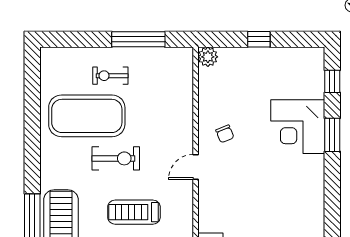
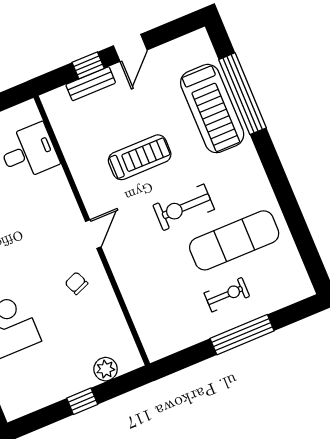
window: (138, 39) -> (242, 335), moved
plant: (208, 57) -> (106, 369), moved
exercise mat: (87, 116) -> (234, 240), width x0.68

